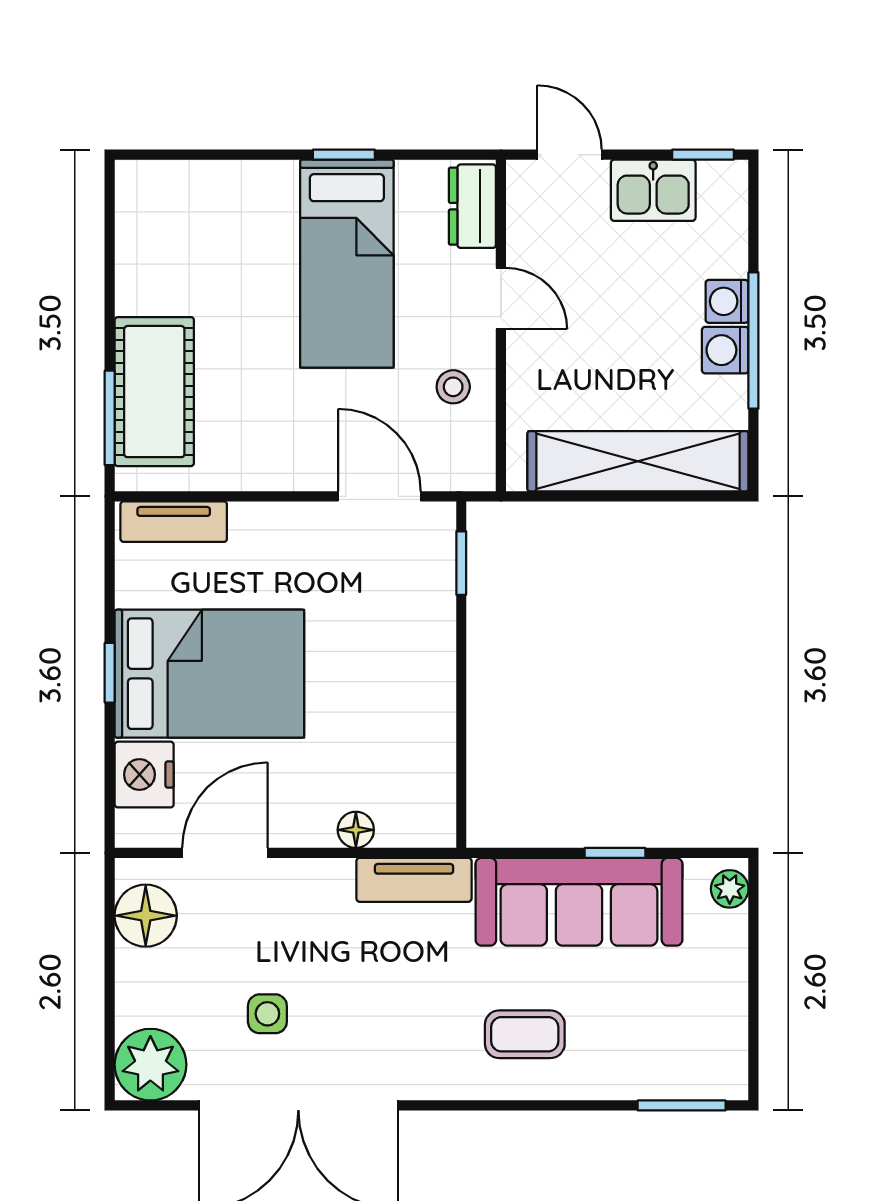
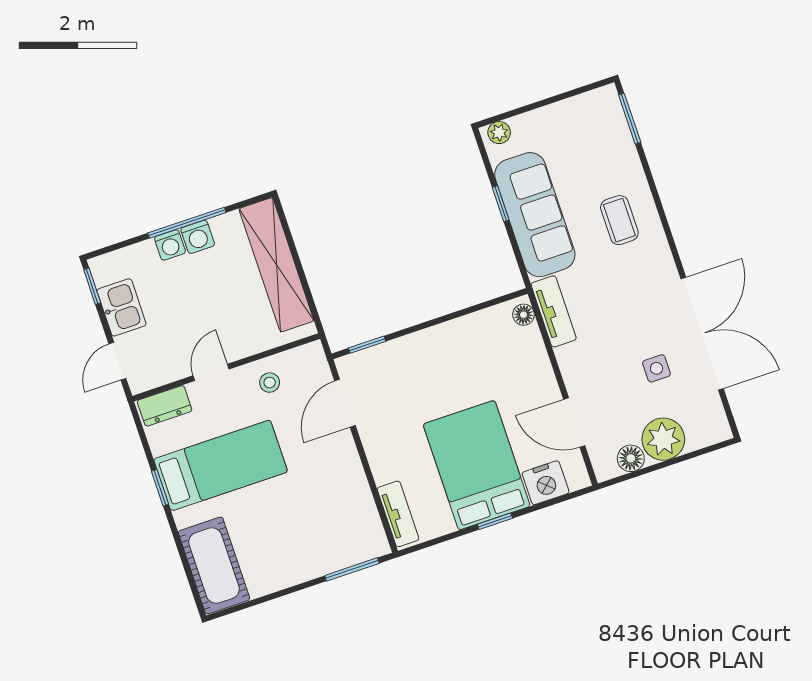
cot: (154, 392) -> (214, 566), moved, turned 90
floor lamp: (356, 830) -> (524, 315), moved
floor lamp: (146, 916) -> (631, 458), width x0.73, depth x0.73
plant: (150, 1065) -> (663, 439), moved

